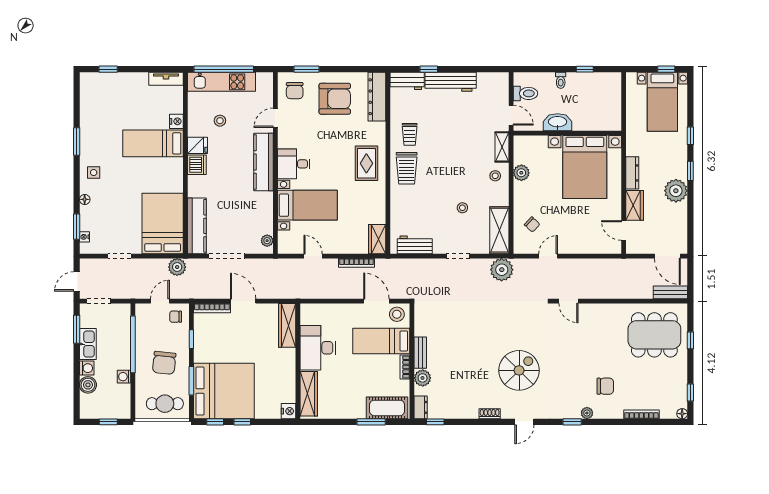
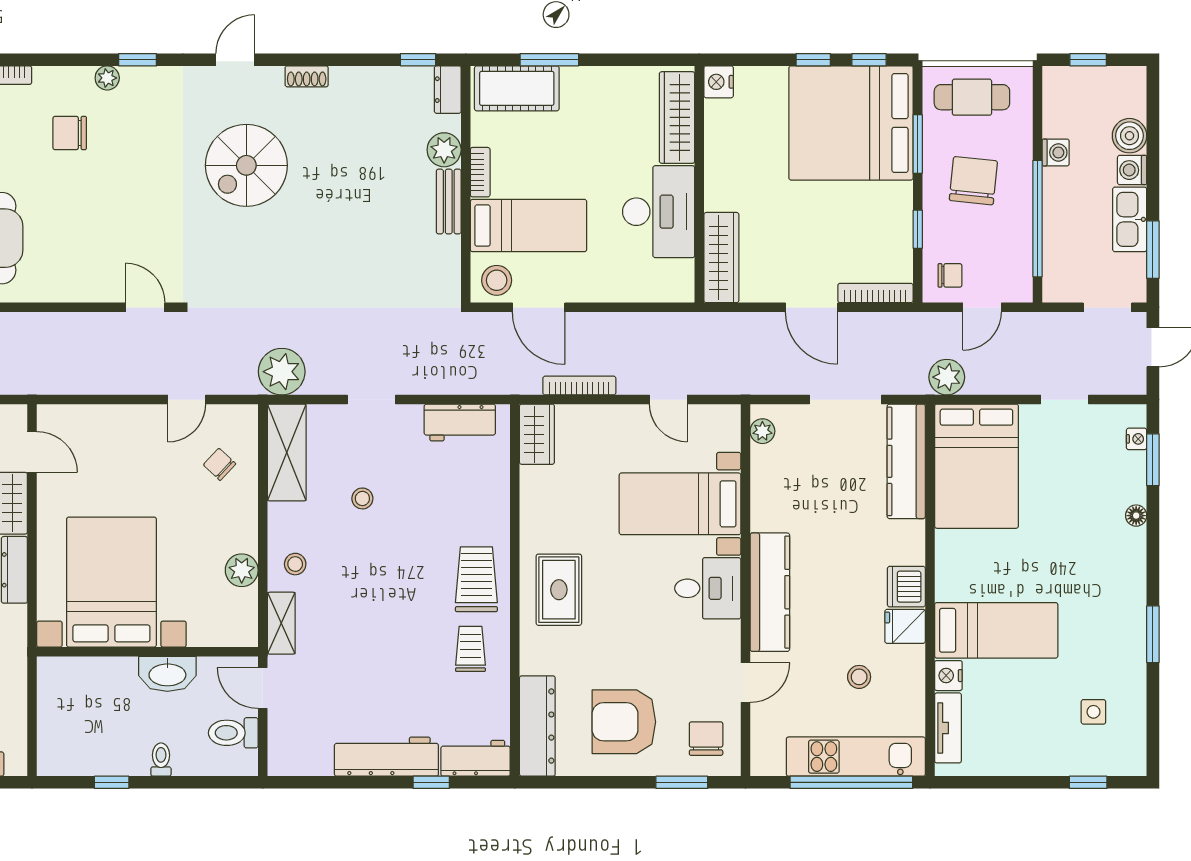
tv unit: (166, 79) -> (948, 728), moved, turned 90
side table: (94, 173) -> (1093, 712), moved

